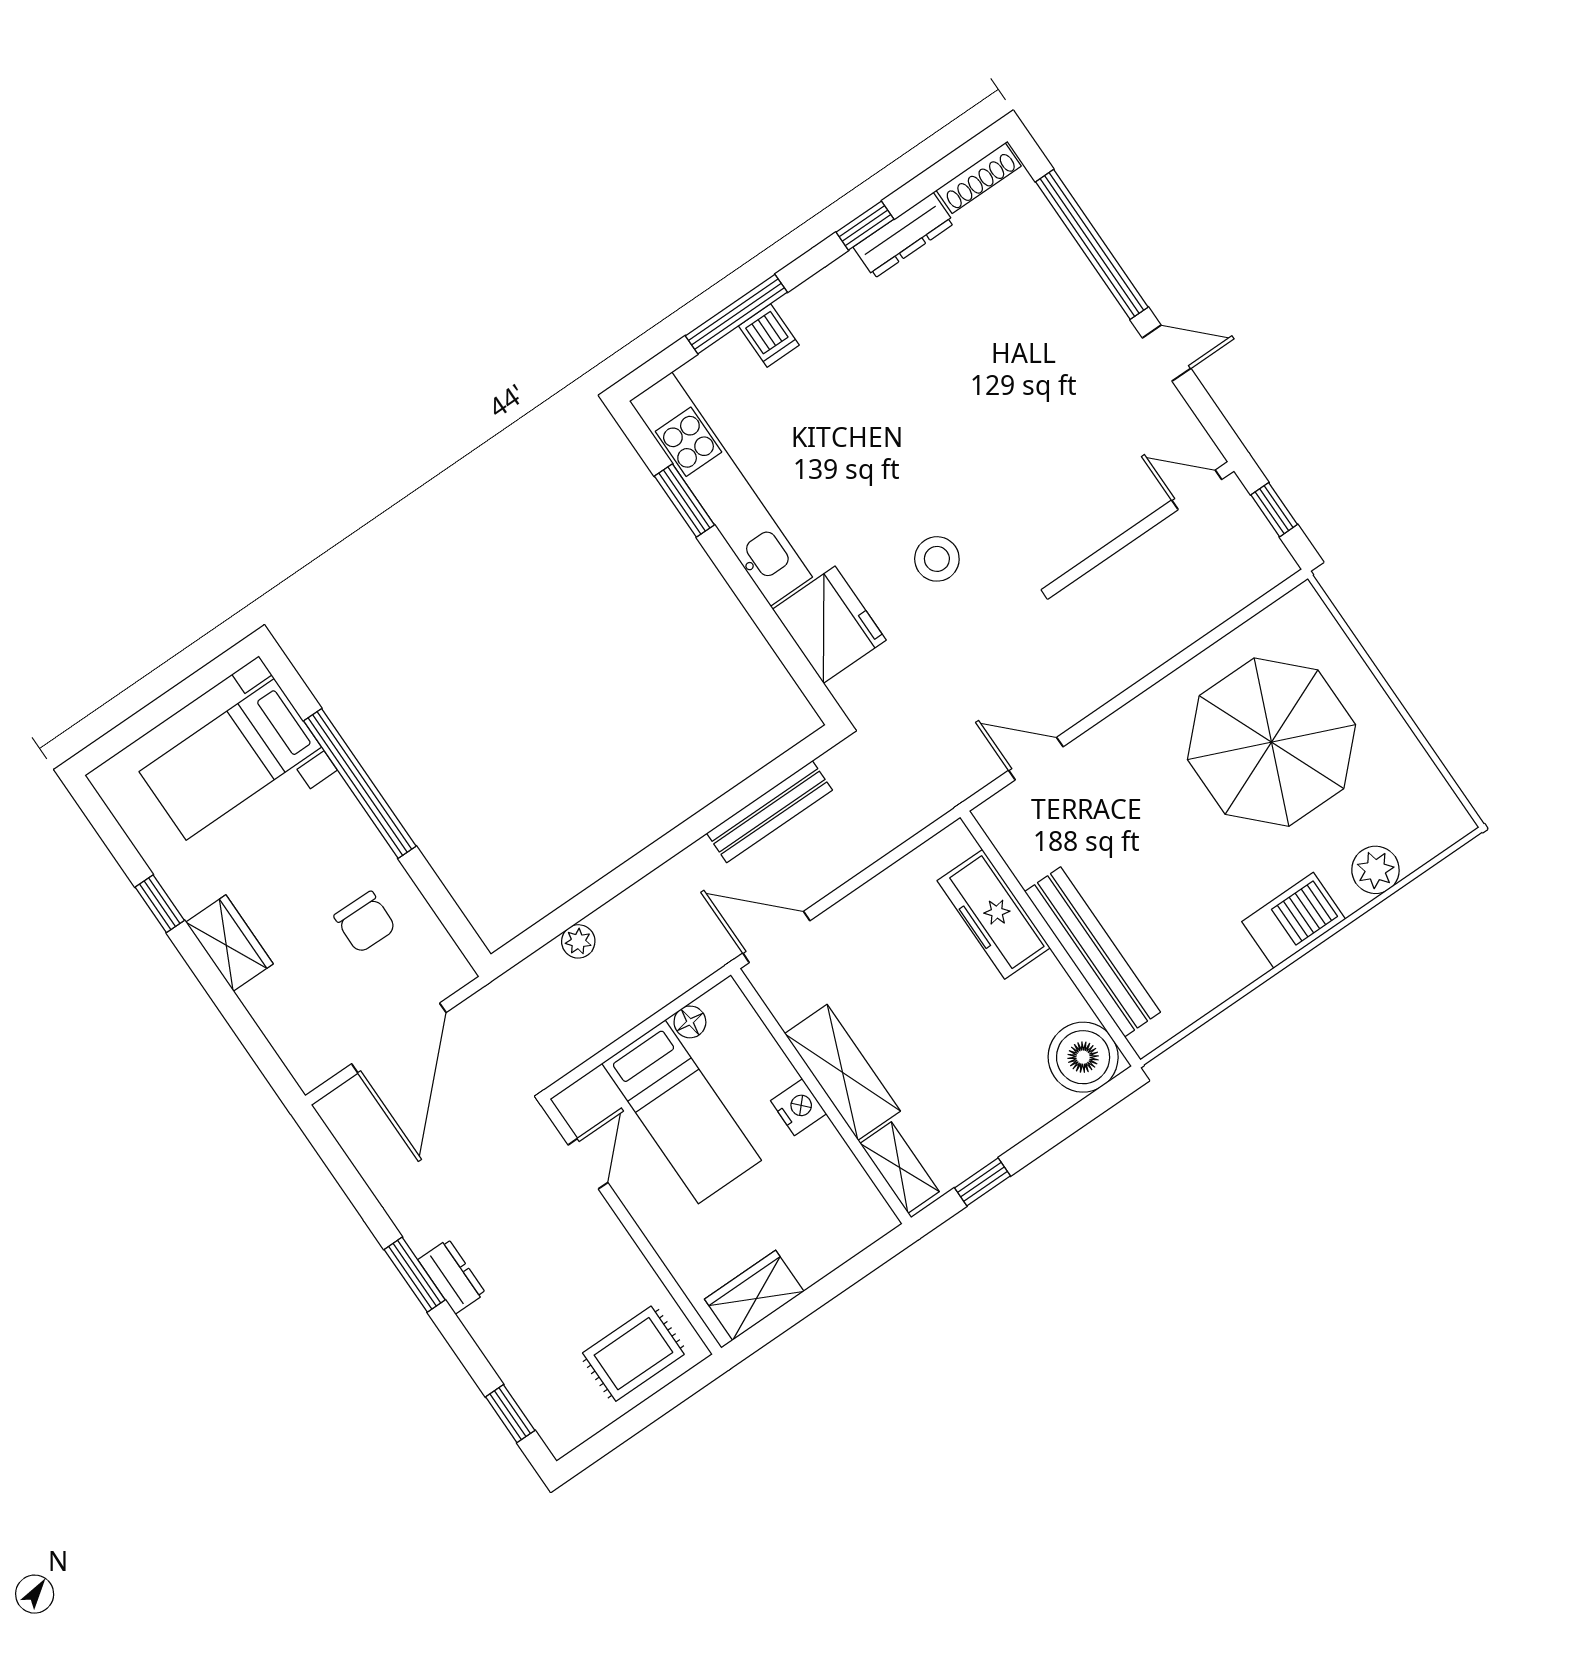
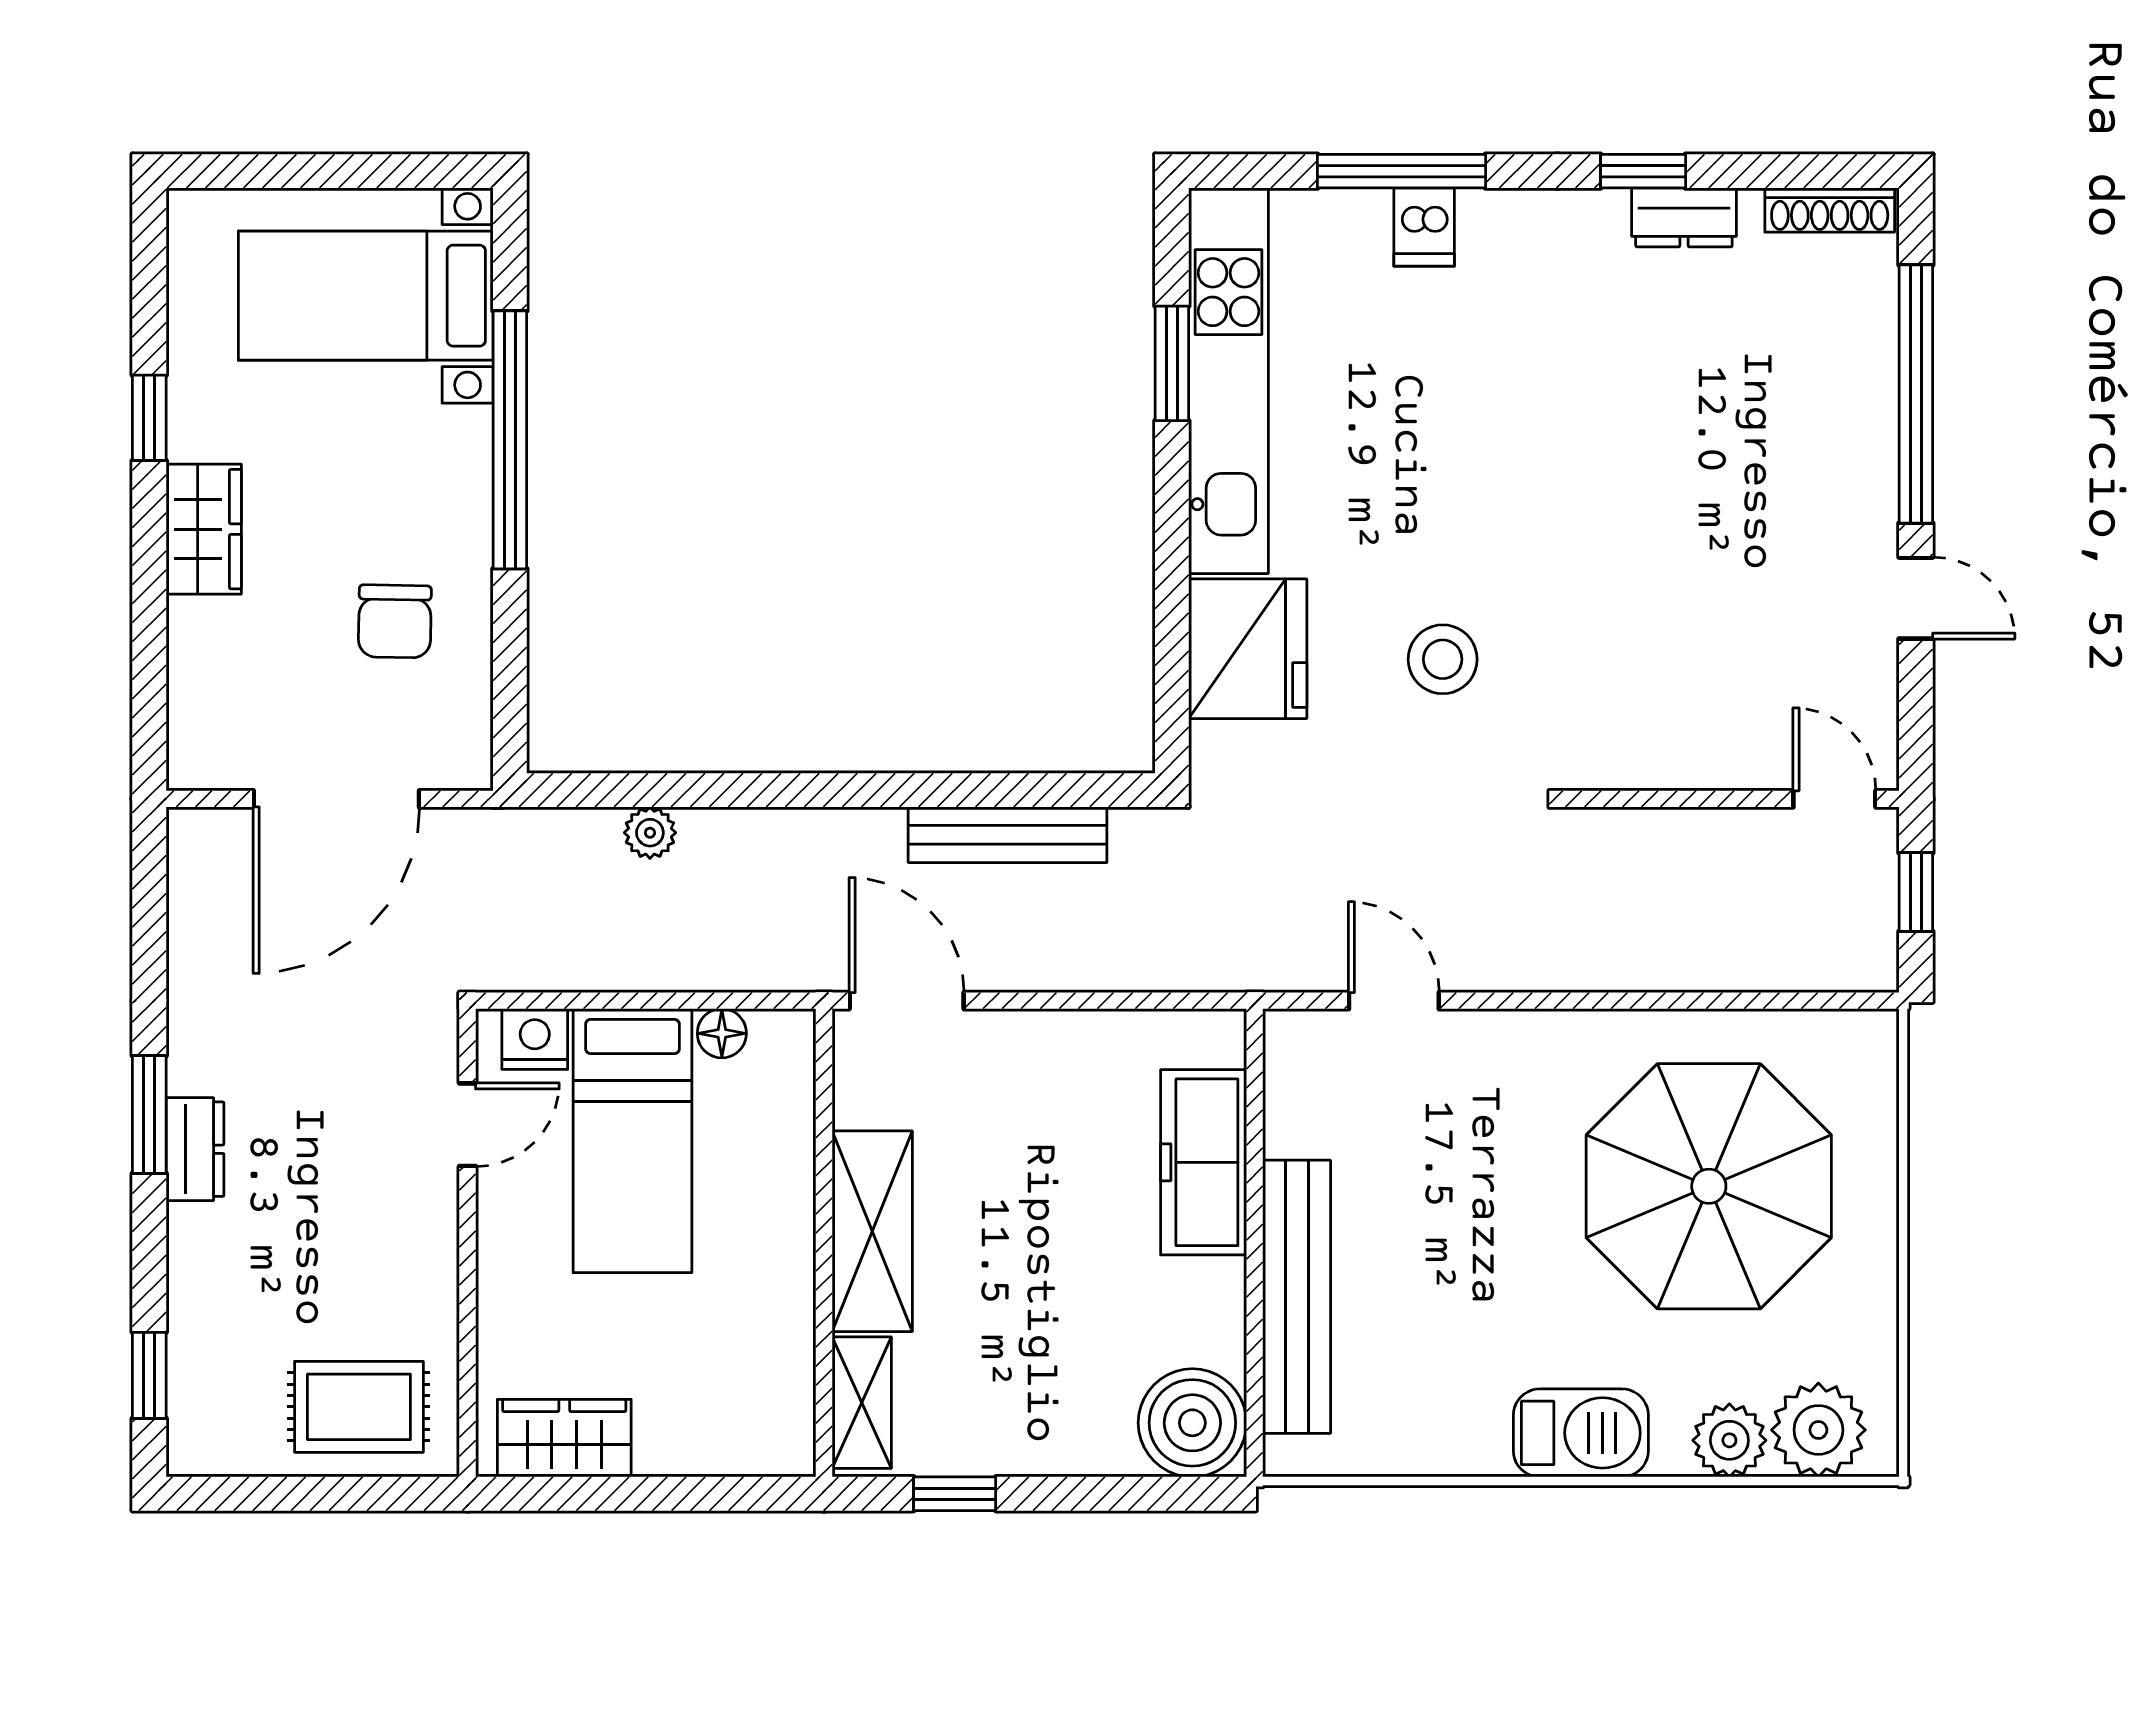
dresser: (904, 235) -> (1684, 217), width x0.70
plant: (1419, 832) -> (1818, 1430), added
nightstand: (799, 1107) -> (535, 1039), moved, turned -90

